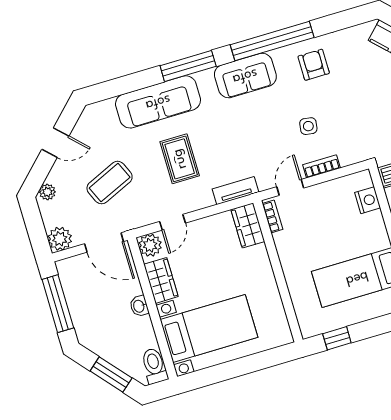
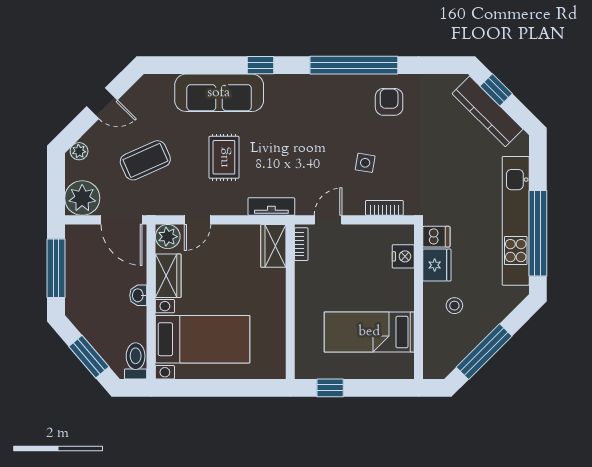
window: (188, 66) -> (261, 65), width x0.46
sofa: (245, 76) -> (316, 92), removed
bookcase: (321, 166) -> (384, 208), moved
plant: (60, 239) -> (82, 198), width x1.36, depth x1.36

